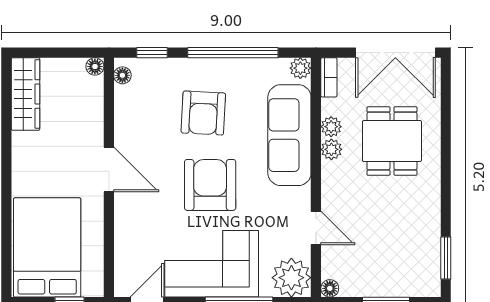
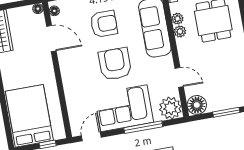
armchair: (203, 113) -> (104, 24), turned -93
door: (109, 170) -> (51, 39), moved
floor lamp: (330, 288) -> (197, 105), width x1.89, depth x1.89

